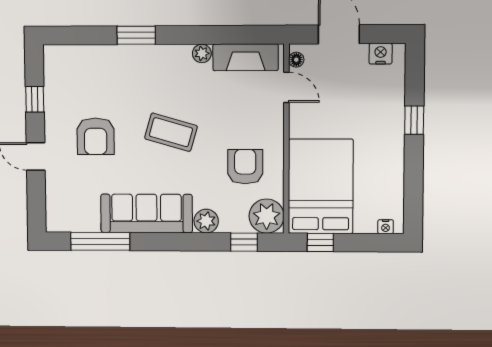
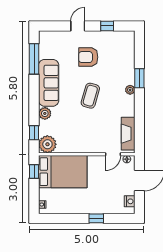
plant: (202, 53) -> (130, 90), moved
armchair: (245, 167) -> (73, 133), removed

